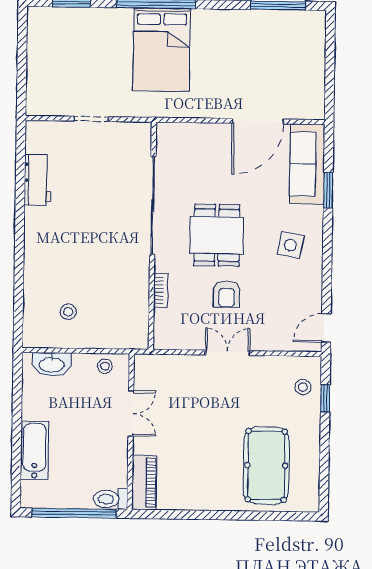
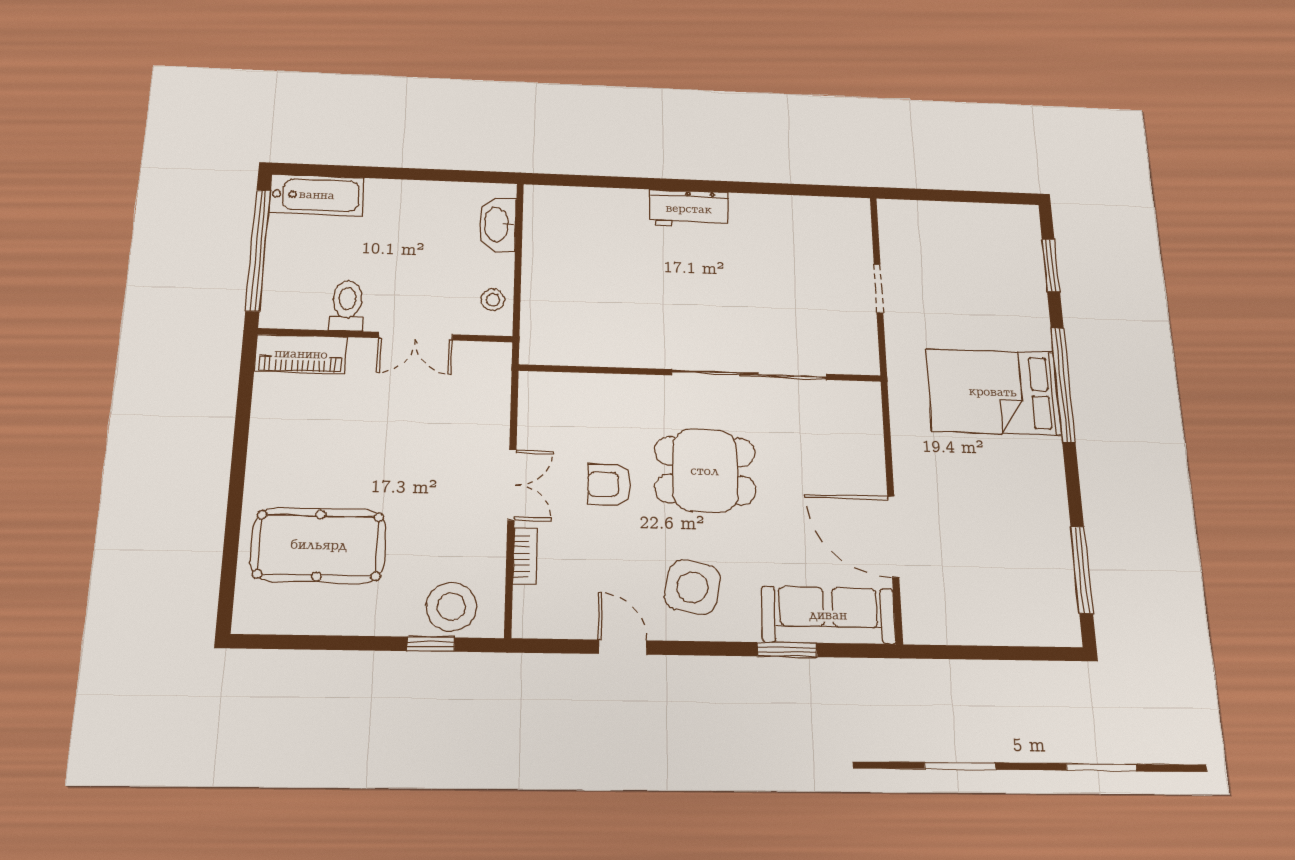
workbench: (38, 180) -> (689, 209), moved
side table: (290, 245) -> (692, 587), width x1.37, depth x1.37
bookcase: (161, 290) -> (525, 556), moved, turned -90
stool: (68, 312) -> (579, 249), removed
door: (326, 328) -> (623, 647), moved
stool: (303, 387) -> (451, 607), width x1.89, depth x1.89
bathtub: (34, 450) -> (317, 195), moved
toilet: (111, 499) -> (347, 306), moved

